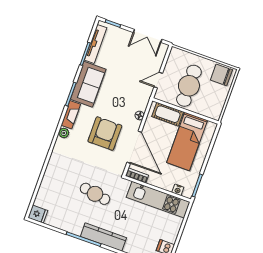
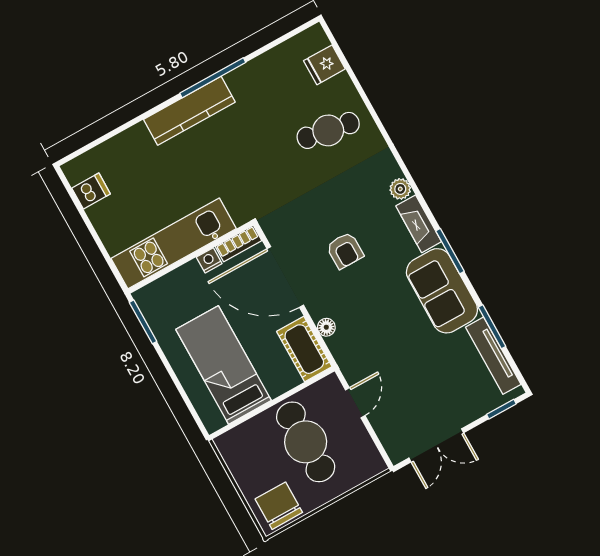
double door: (148, 36) -> (436, 445), swing flipped
chair: (221, 75) -> (279, 506), turned -90
cot: (168, 114) -> (304, 349), moved, turned 90
armchair: (105, 134) -> (345, 251), width x0.53, depth x0.53
nightstand: (178, 190) -> (209, 260), moved
cafe table: (95, 194) -> (328, 130), moved
fridge: (38, 214) -> (324, 65), moved

